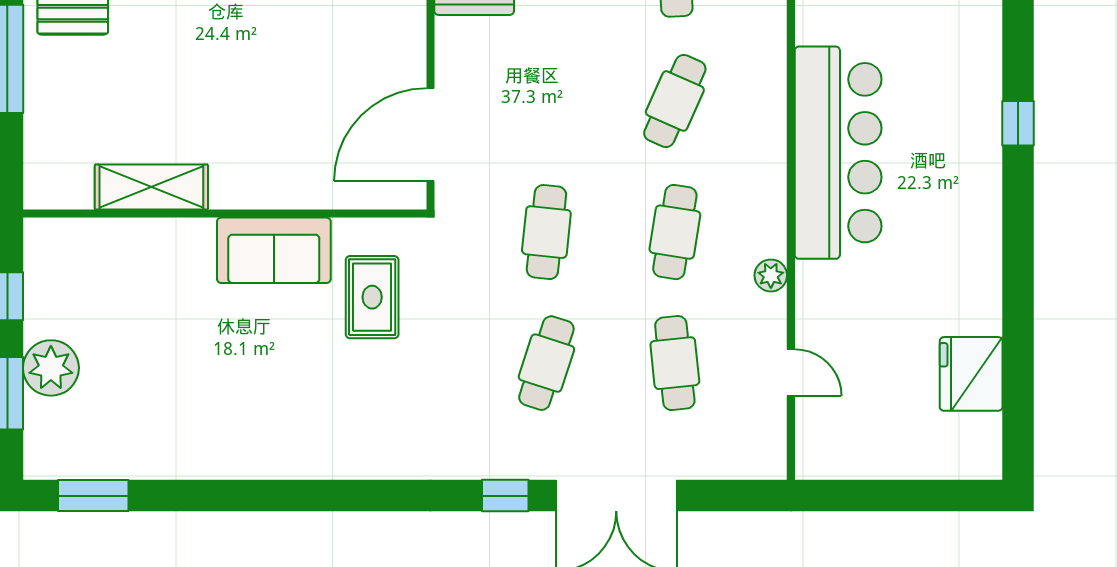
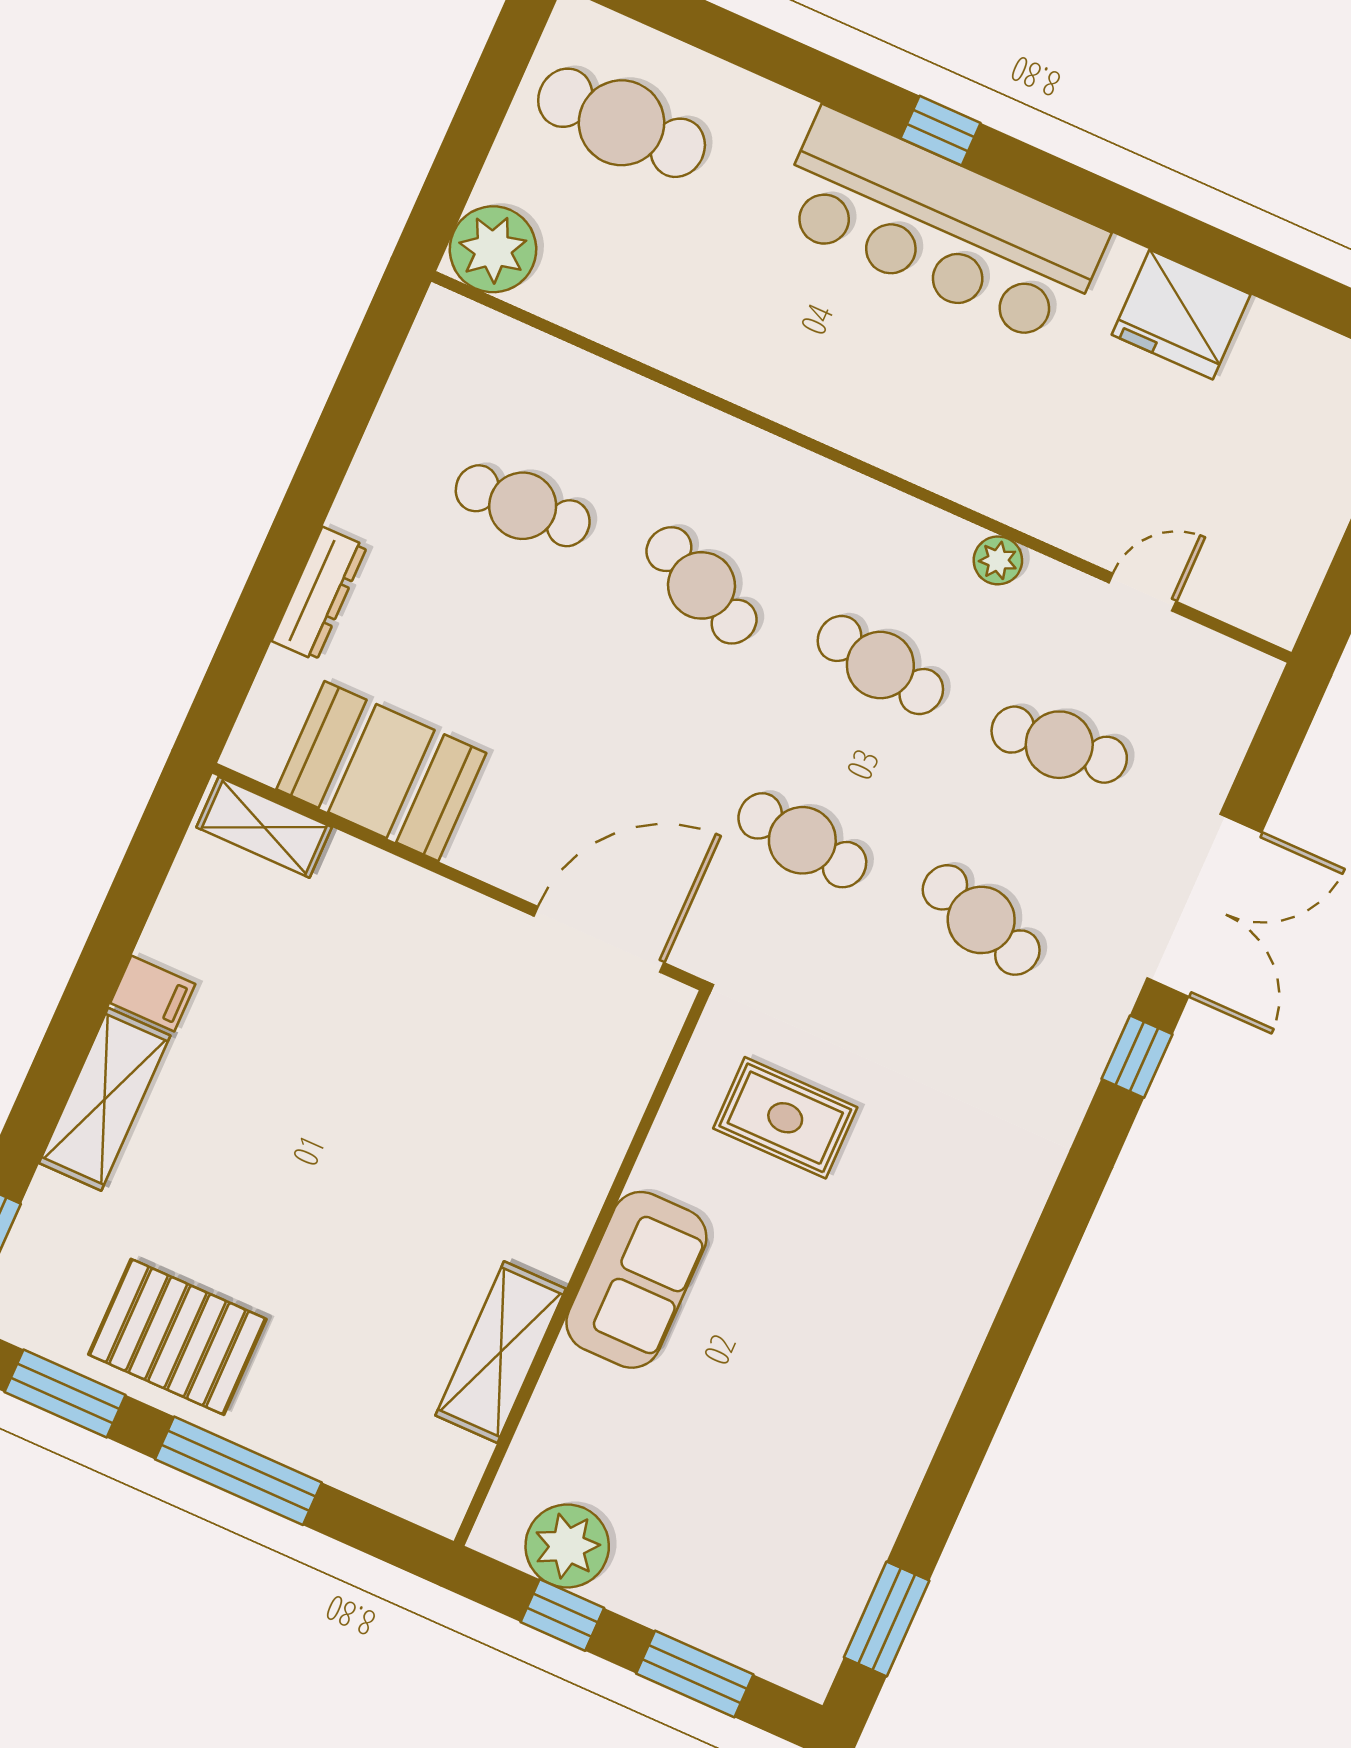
door: (430, 135) -> (599, 939), swing flipped
bar counter: (838, 153) -> (941, 227), moved, turned 180
sofa: (274, 250) -> (636, 1280), moved
plant: (51, 368) -> (567, 1546), moved
fridge: (971, 374) -> (1181, 314), moved

